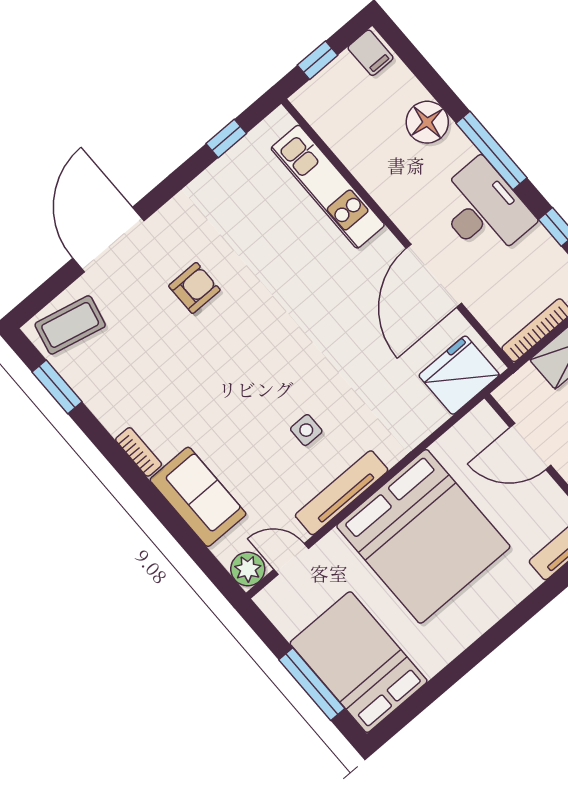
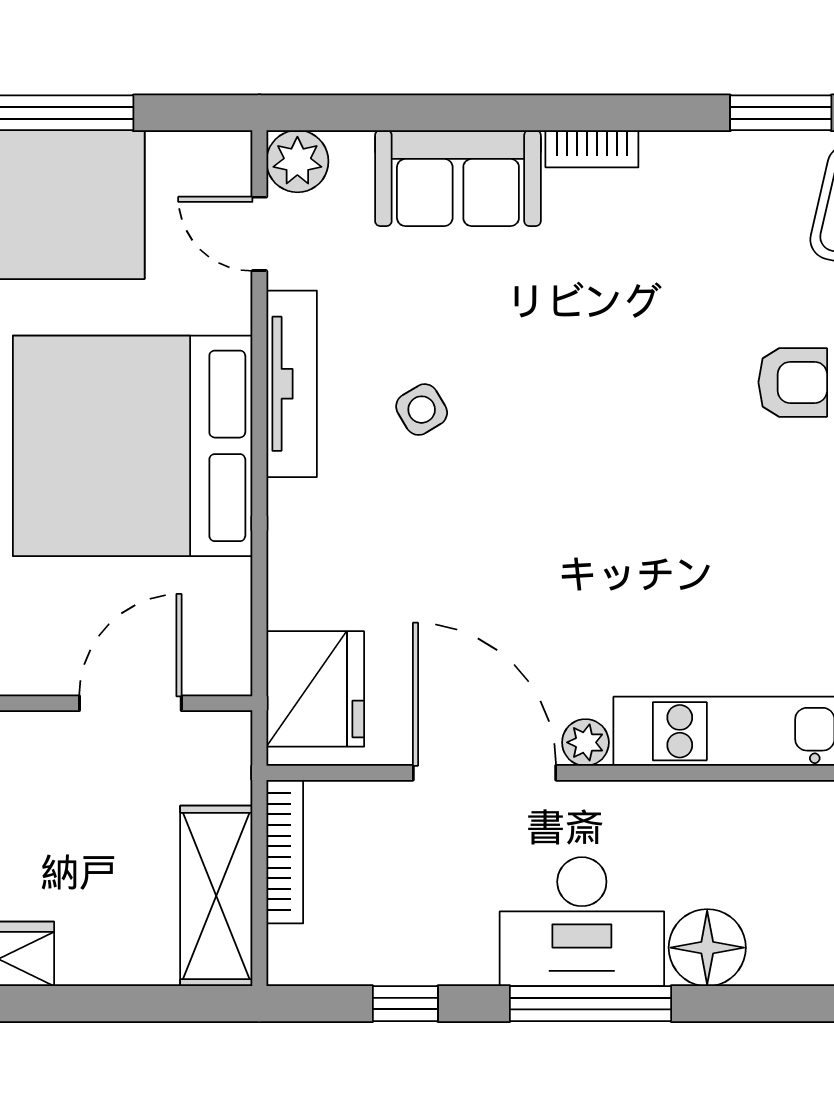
desk: (484, 210) -> (582, 922), moved
plant: (386, 245) -> (585, 742), added
armchair: (194, 288) -> (793, 382), moved, turned -90
side table: (306, 430) -> (422, 410), turned -31
door: (291, 559) -> (259, 234), swing flipped

